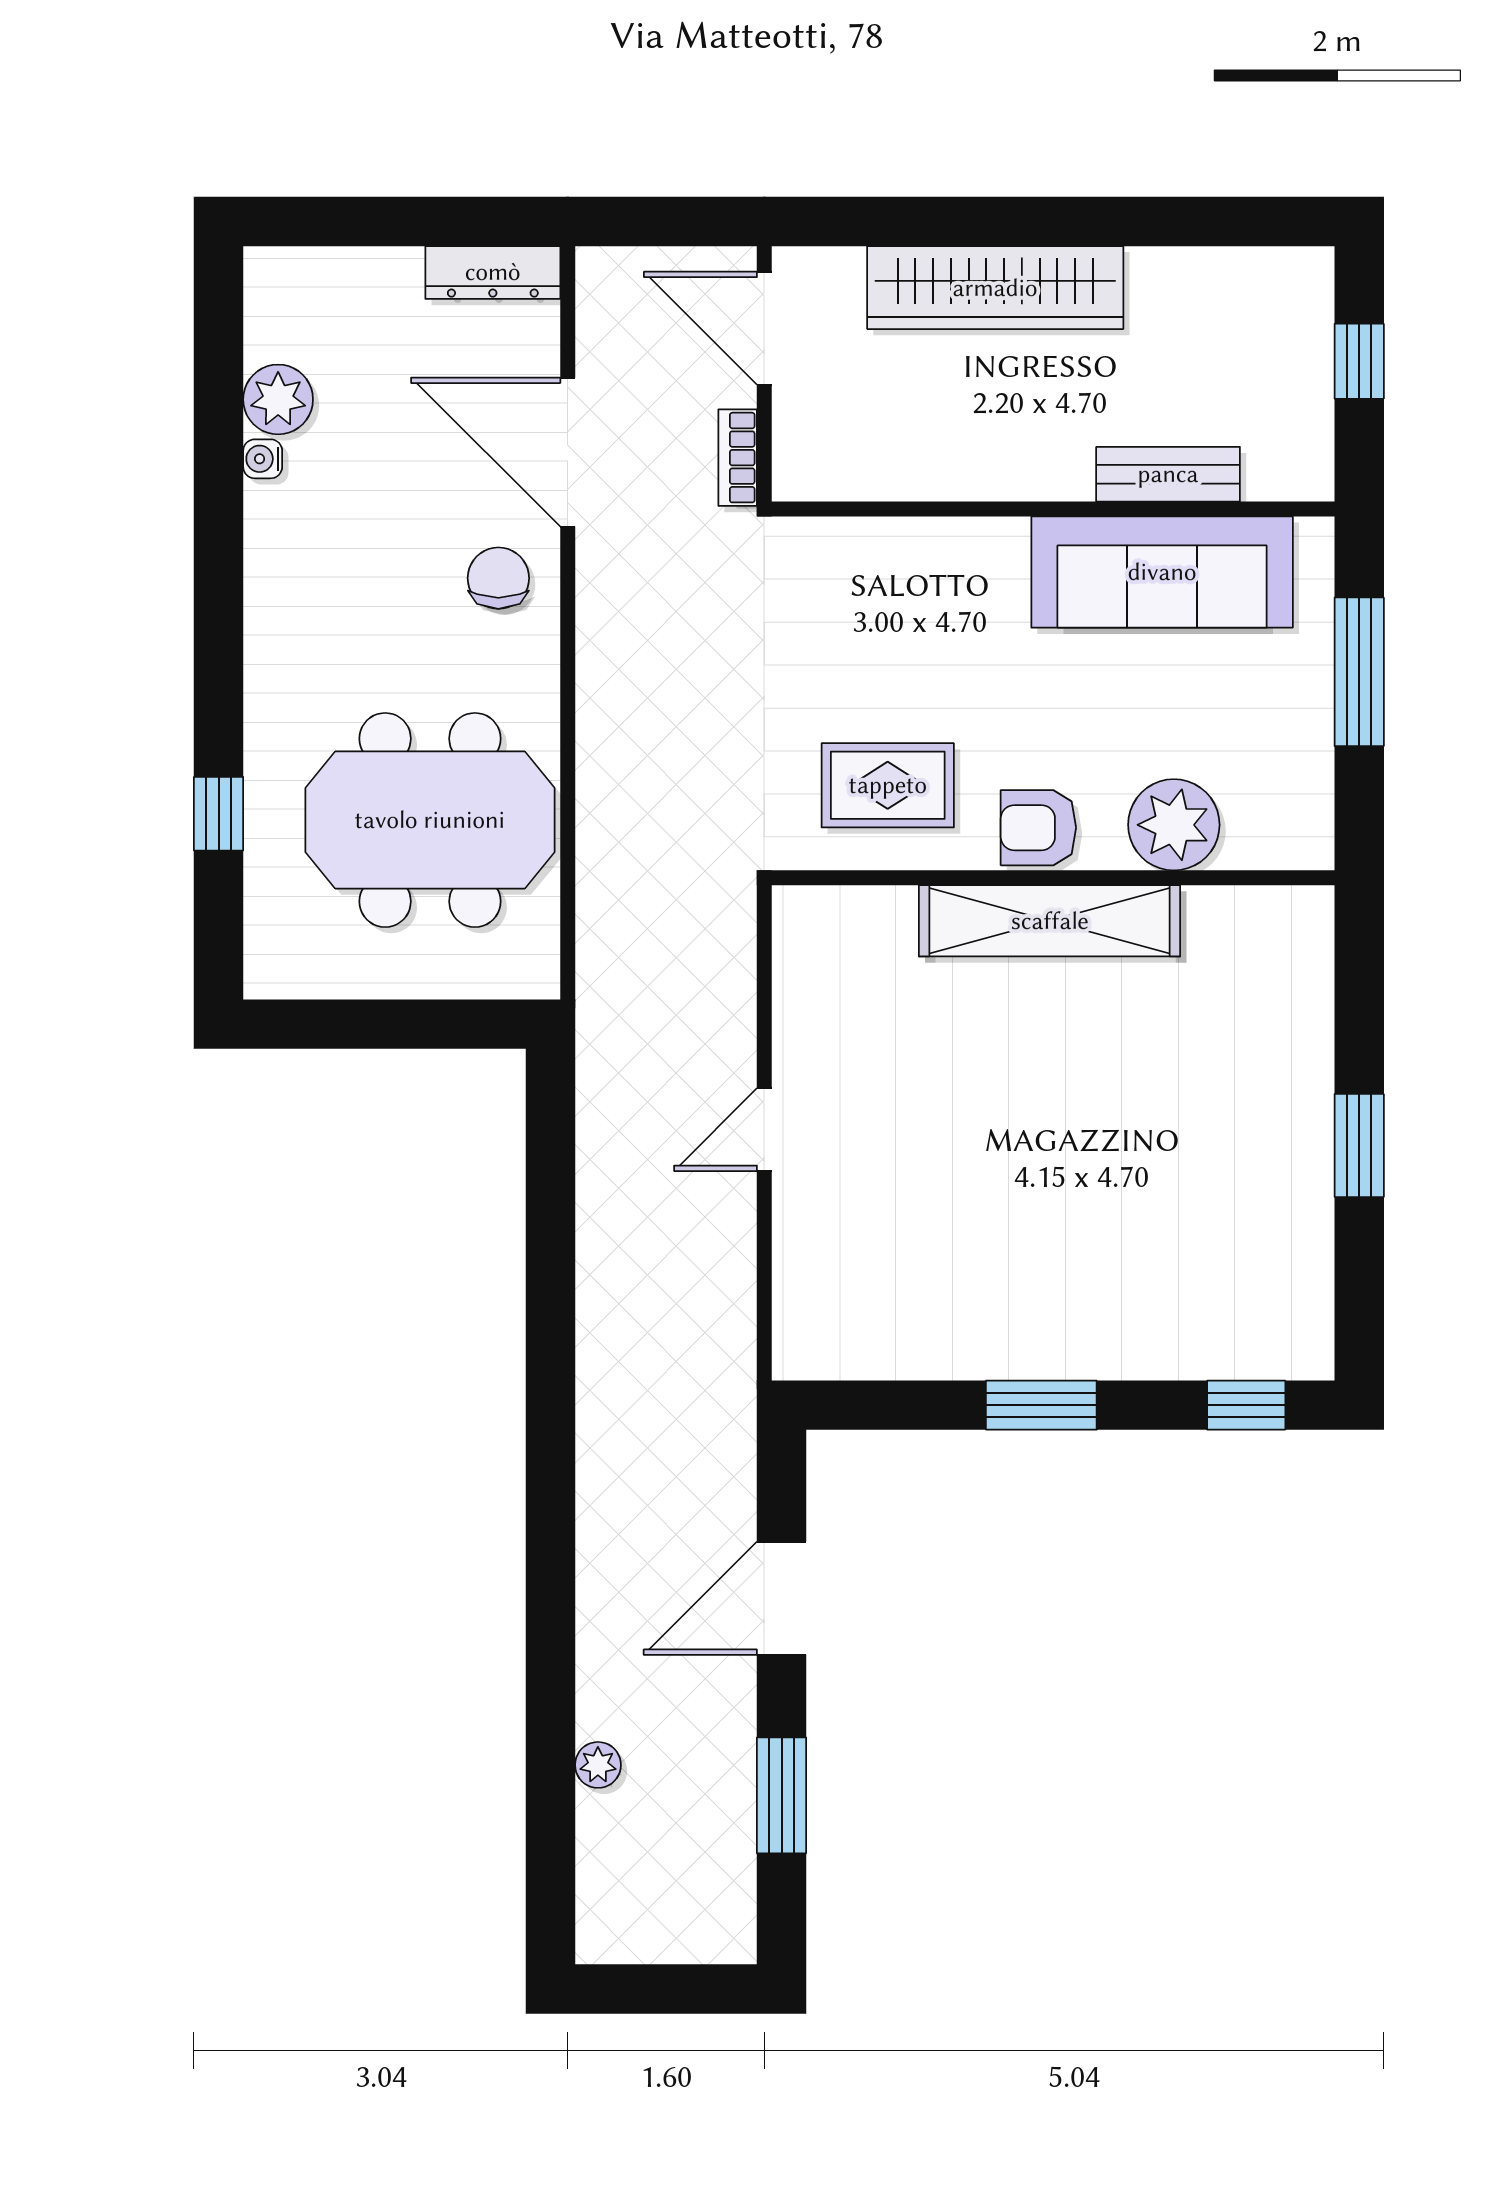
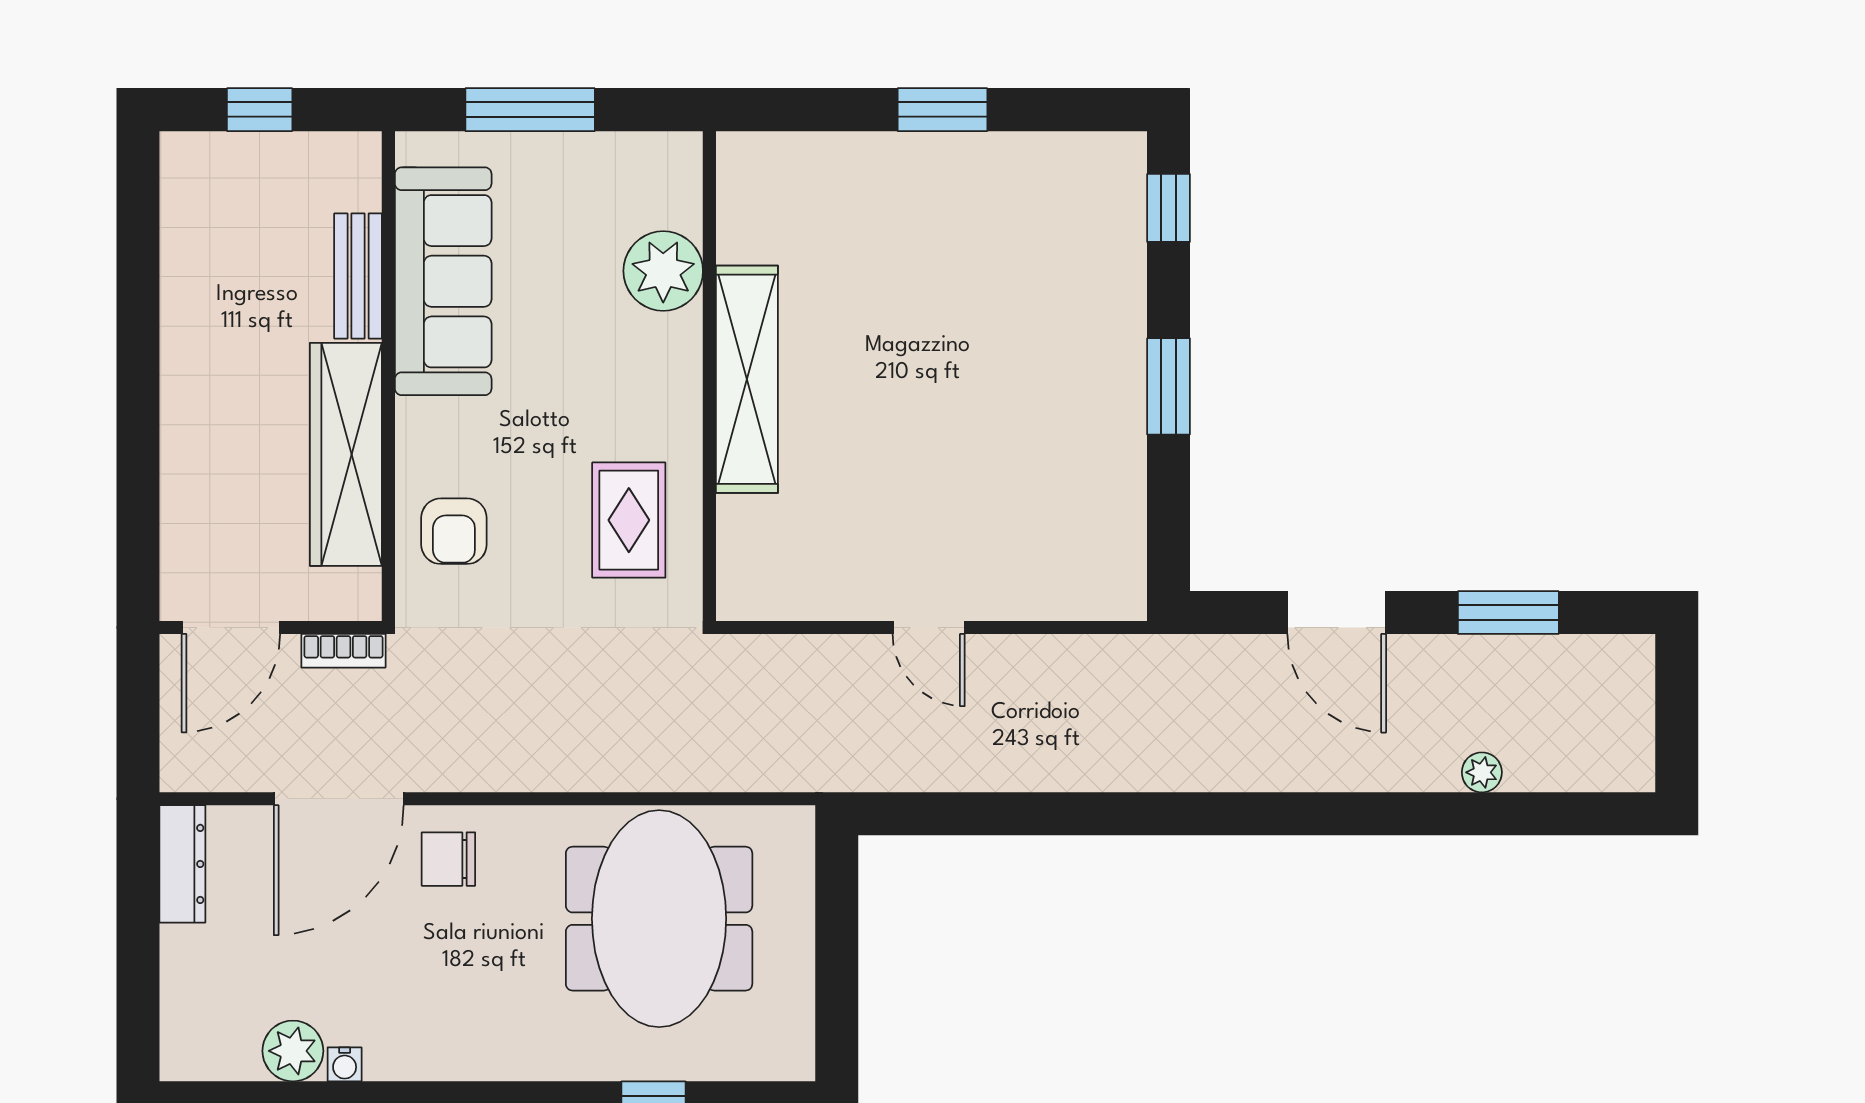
wardrobe: (995, 288) -> (346, 454), moved, turned 180
armchair: (1038, 828) -> (454, 531), moved

